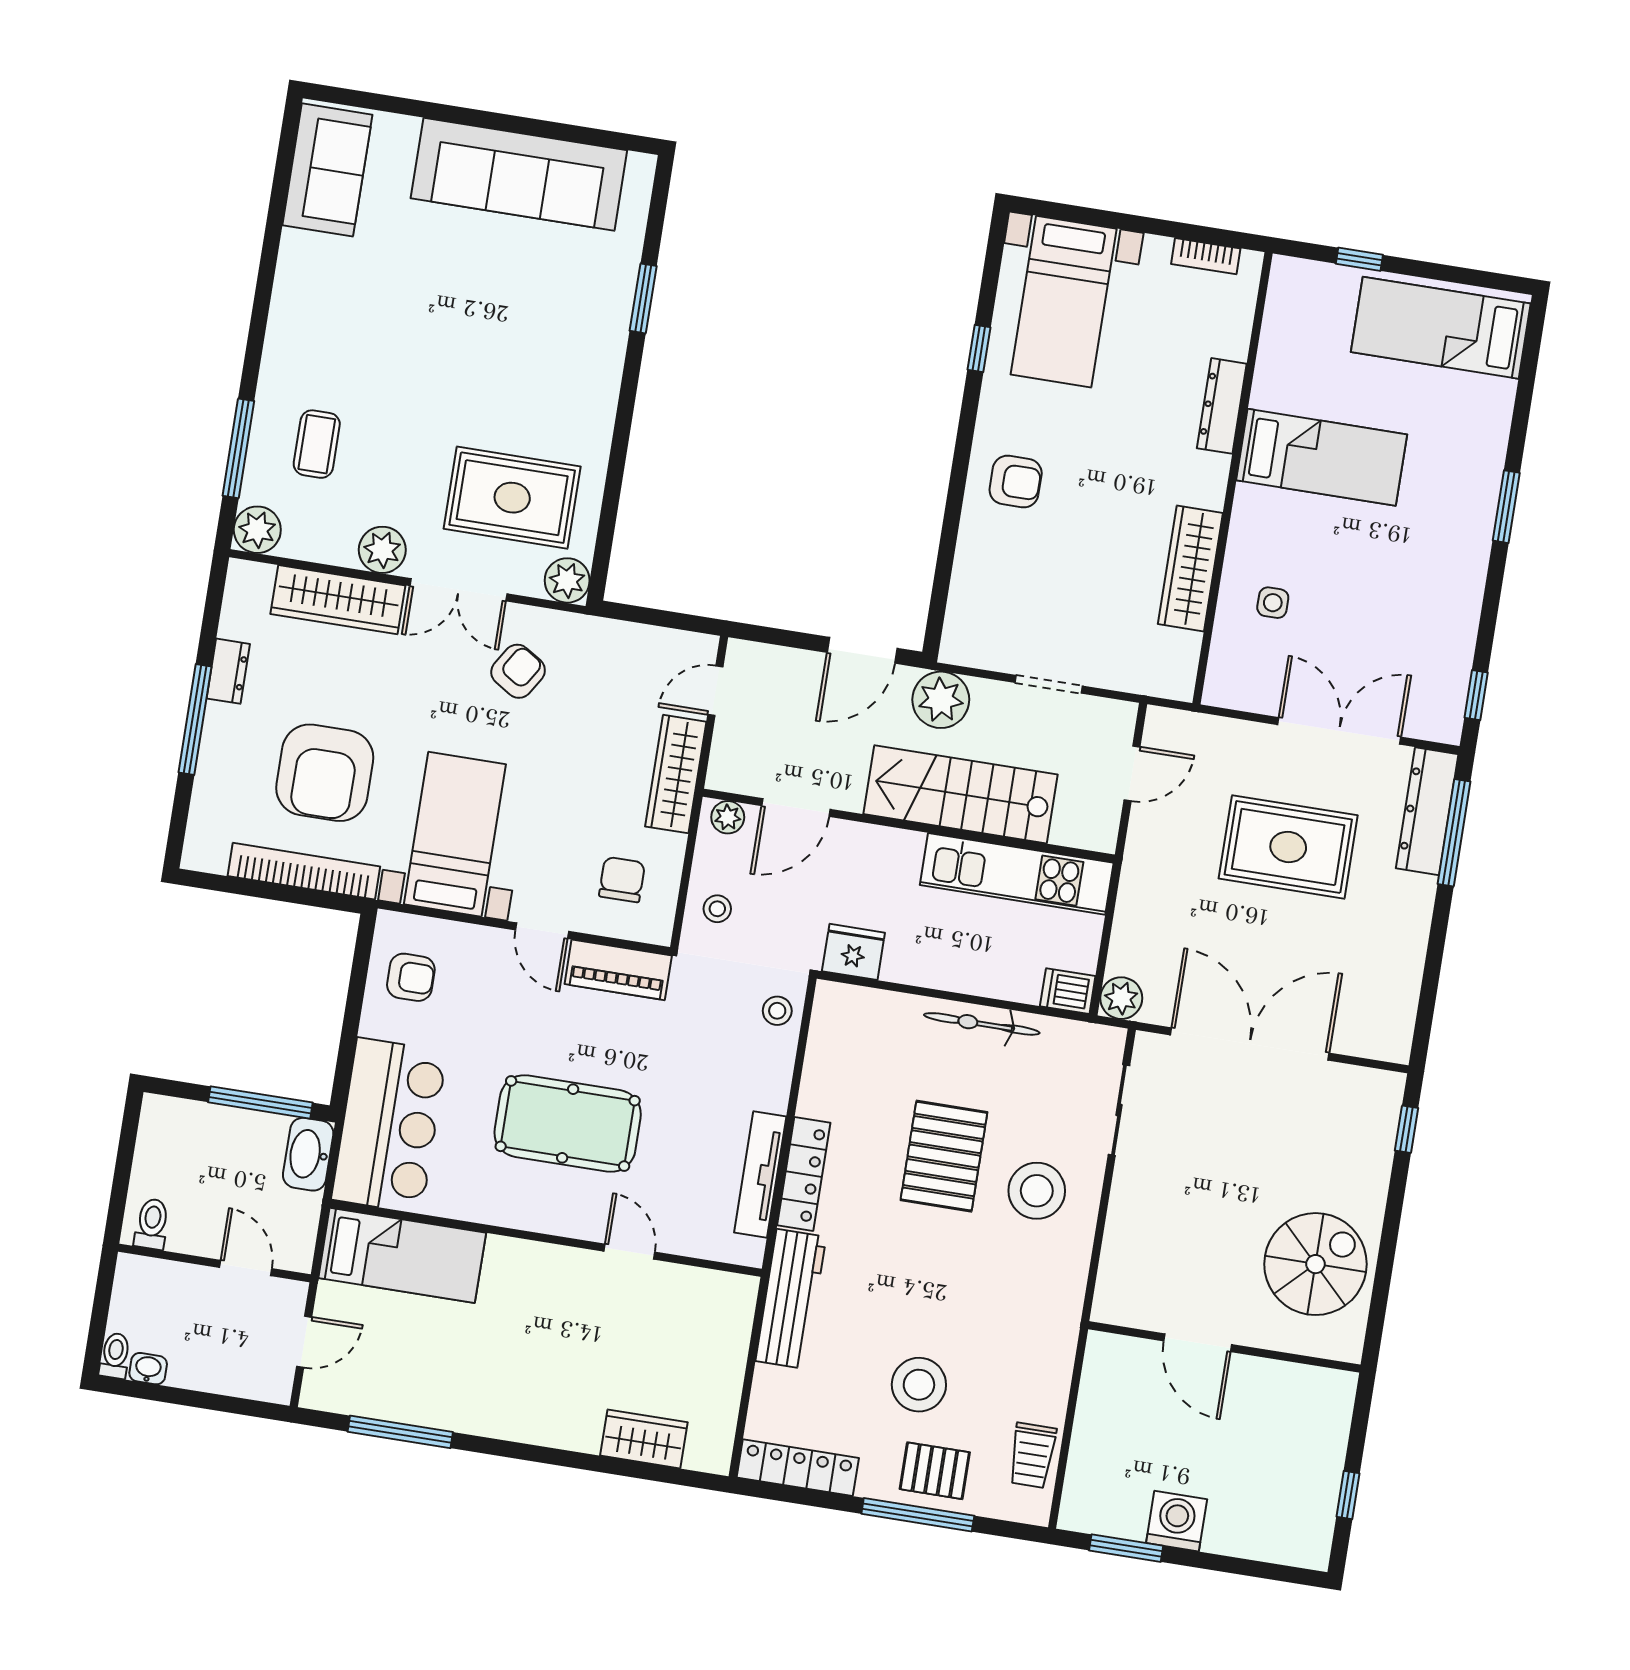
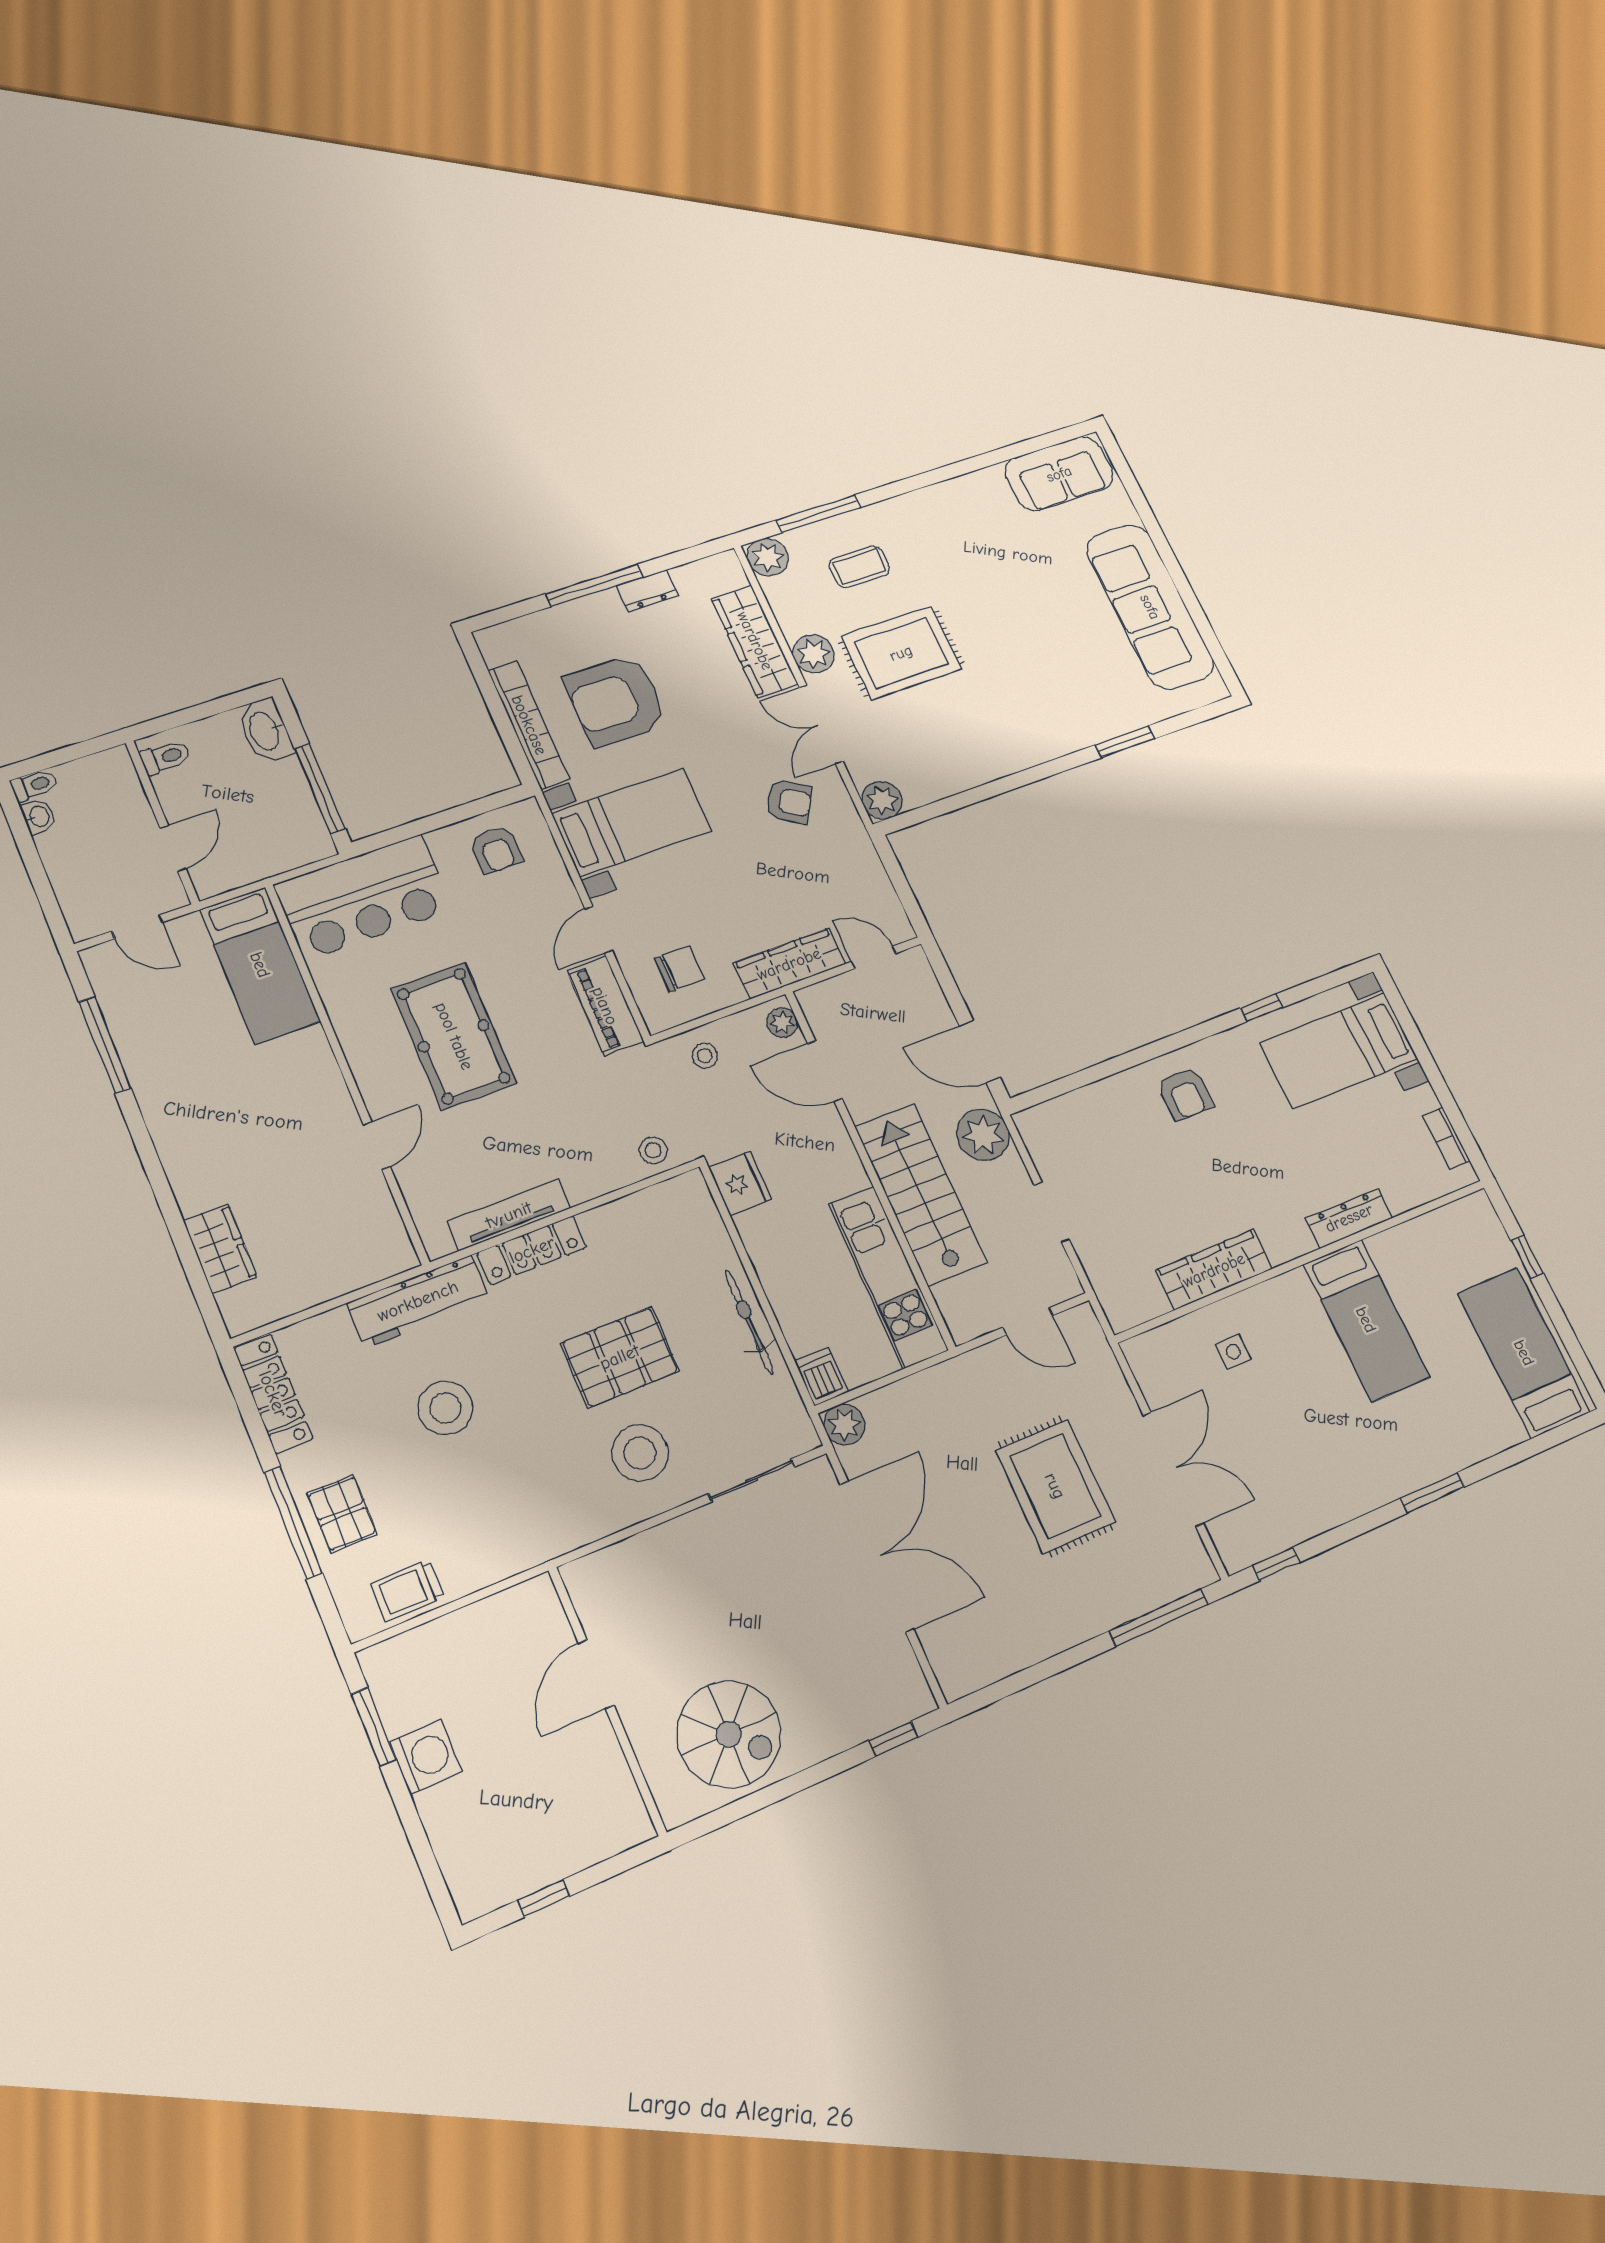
rug: (512, 498) -> (901, 653), moved, turned 90
dresser: (1427, 811) -> (1160, 1584), removed
washbasin: (308, 1154) -> (265, 731), moved, turned -90
stool: (919, 1385) -> (445, 1408), moved

